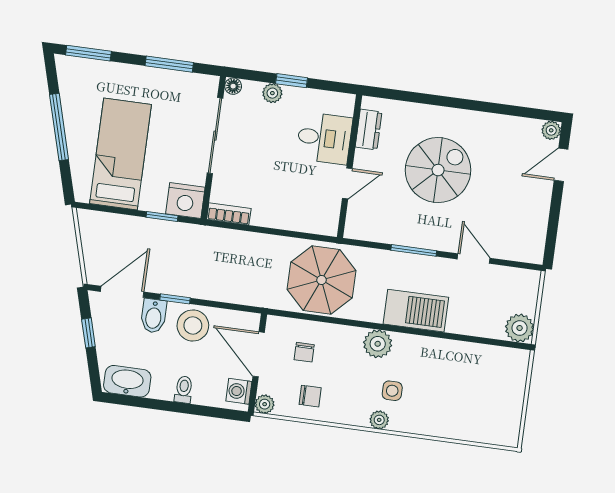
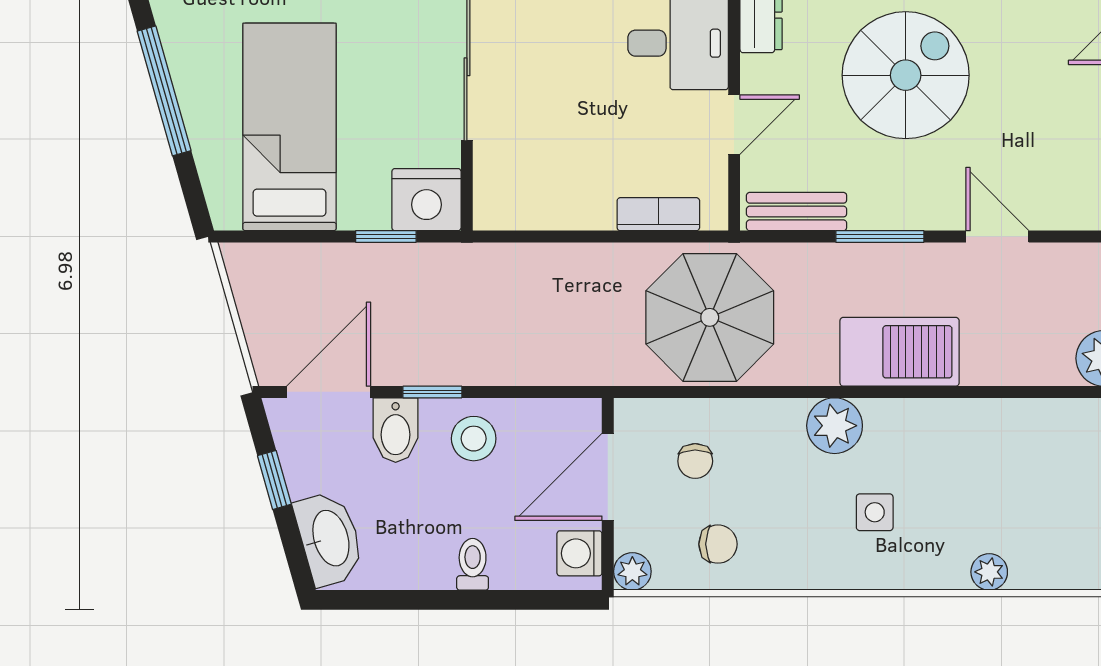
bookcase: (229, 214) -> (658, 214), moved
bench: (373, 232) -> (797, 212), added
stool: (193, 325) -> (474, 439), width x0.73, depth x0.73
door: (259, 354) -> (608, 477), hinge flipped
washbasin: (127, 381) -> (329, 539), moved, turned 74
plant: (379, 420) -> (989, 572), moved

